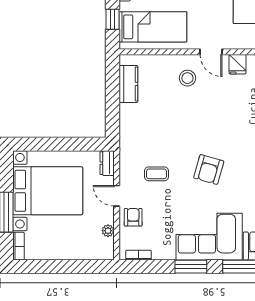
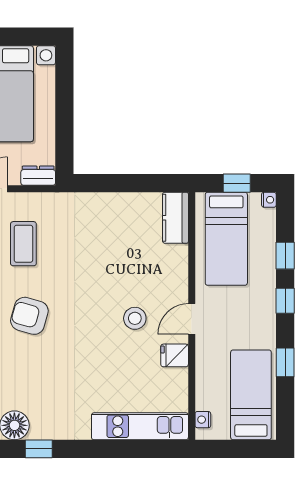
stool: (187, 78) -> (135, 318), moved
kitchen counter: (128, 84) -> (175, 218), moved, turned 90
coffee table: (156, 174) -> (23, 244), width x1.36, depth x1.30

